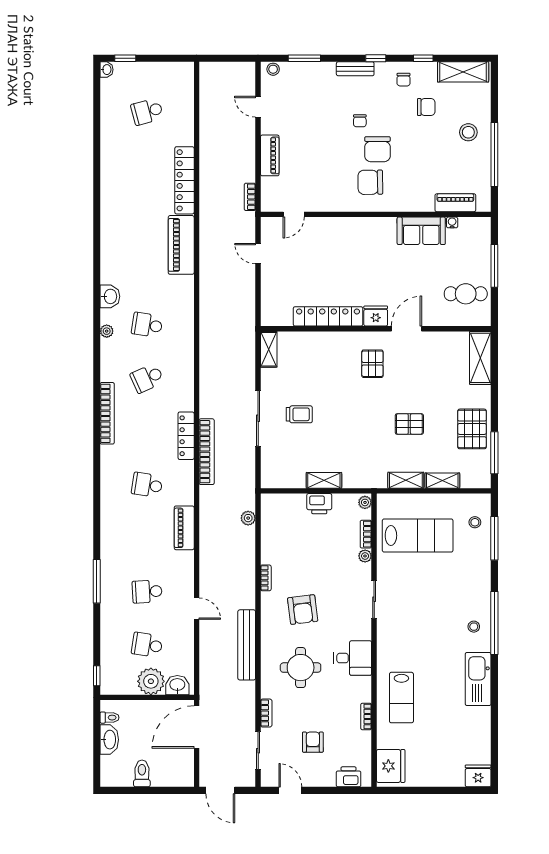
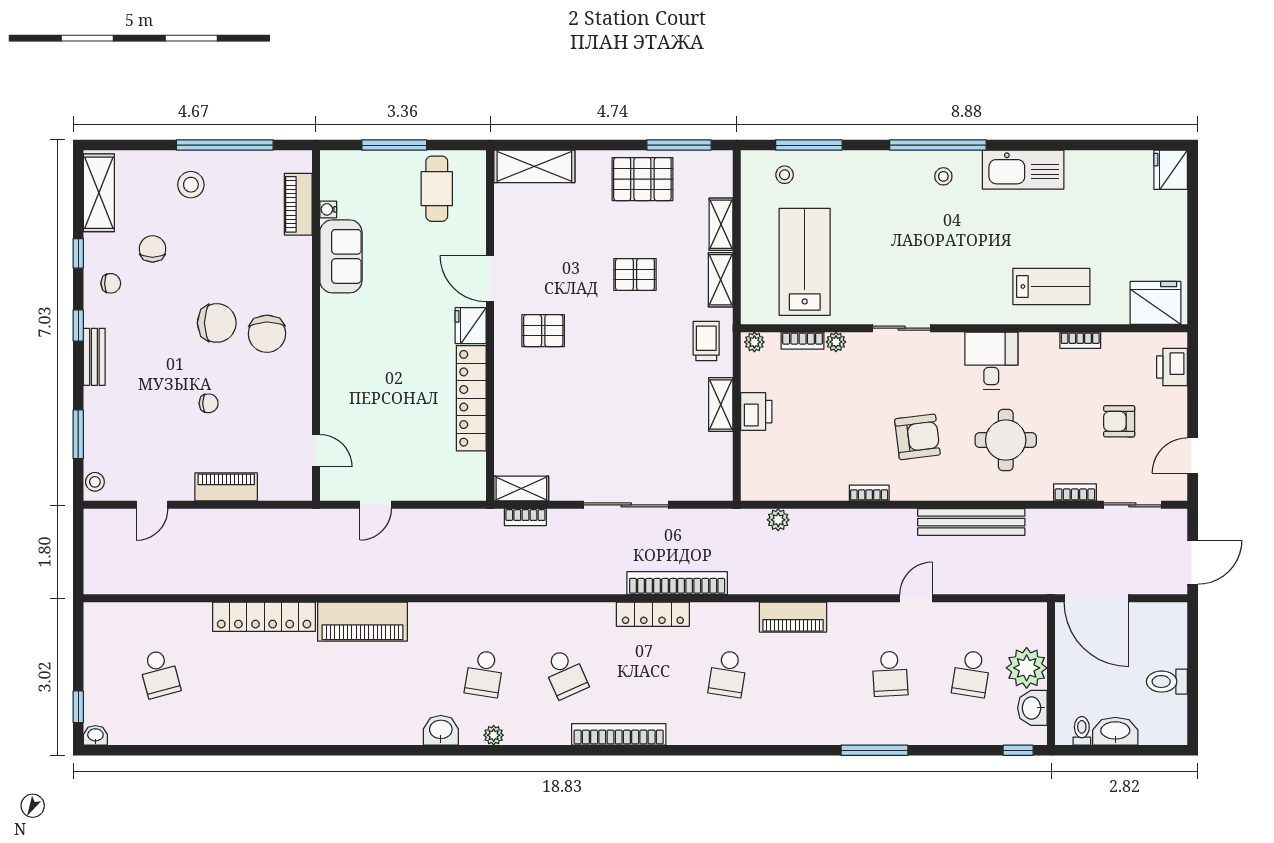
chair: (360, 121) -> (209, 403), moved
bookcase: (250, 197) -> (525, 517), moved
trolley: (299, 414) -> (706, 341), moved
pallet: (409, 424) -> (635, 274), turned 90
washbasin: (177, 685) -> (1032, 708), moved

